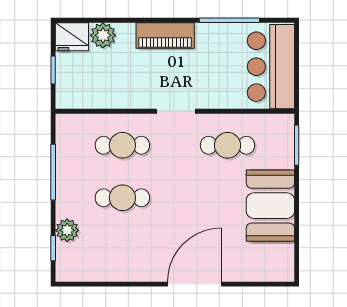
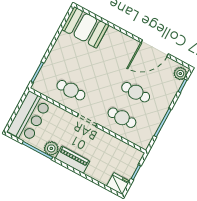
plant: (103, 35) -> (51, 148), moved
booth: (270, 206) -> (85, 27), moved, turned 90
plant: (67, 230) -> (180, 74), moved
door: (195, 284) -> (155, 48), moved

